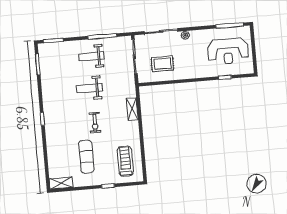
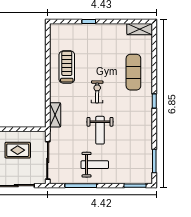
weight bench: (89, 88) -> (100, 130), turned 90
shelving: (132, 109) -> (55, 115), moved
exercise mat: (86, 157) -> (133, 72), moved
treadmill: (125, 161) -> (67, 67), moved, turned 180

